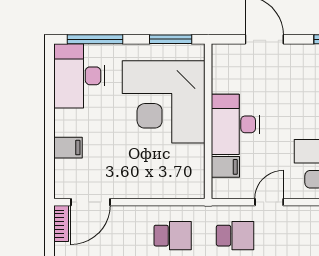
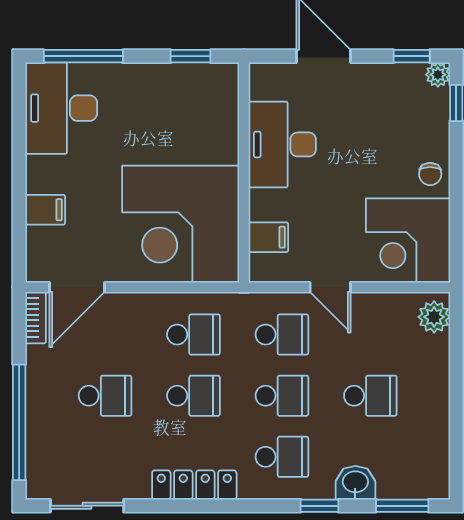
window: (171, 39) -> (191, 56), width x0.67
corner desk: (164, 102) -> (181, 224), moved
desk: (235, 124) -> (282, 144), moved
door: (269, 202) -> (330, 287), swing flipped

